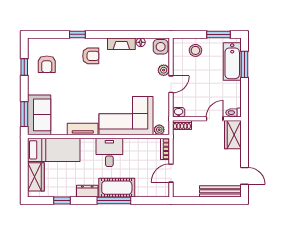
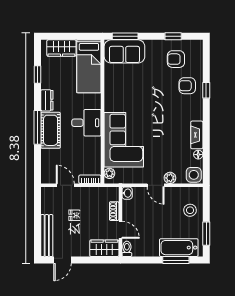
armchair: (91, 56) -> (187, 86), moved, turned 90
shoe rack: (182, 125) -> (114, 211), moved
tv unit: (83, 129) -> (110, 96), removed

